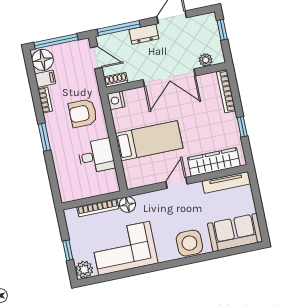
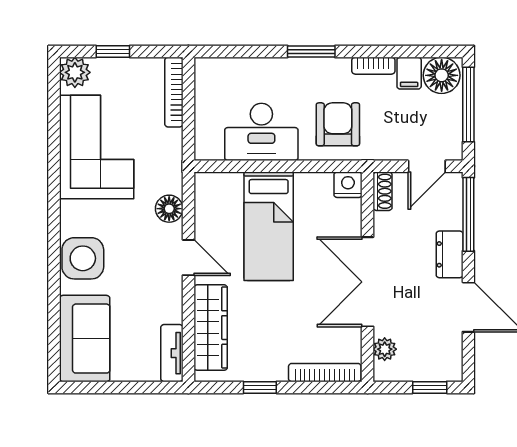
desk: (96, 156) -> (261, 132), width x1.37
tv unit: (226, 182) -> (172, 353), width x0.71
floor lamp: (127, 204) -> (169, 209), moved
bookcase: (98, 208) -> (174, 92), moved

